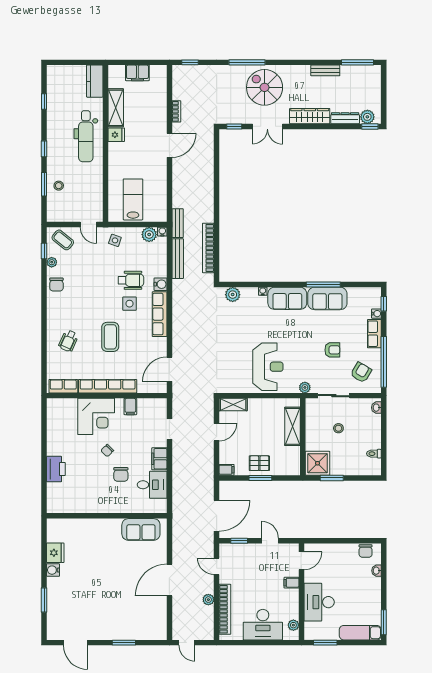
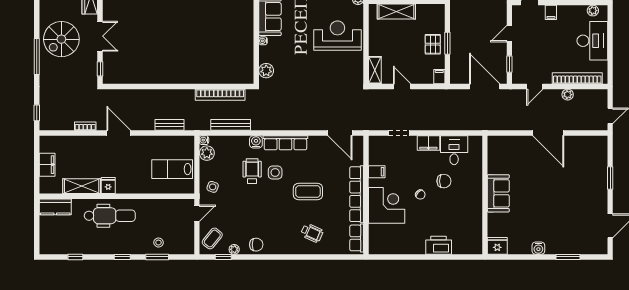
bench: (178, 223) -> (169, 125), moved
sofa: (141, 529) -> (498, 193), moved
fridge: (55, 553) -> (497, 246), moved

